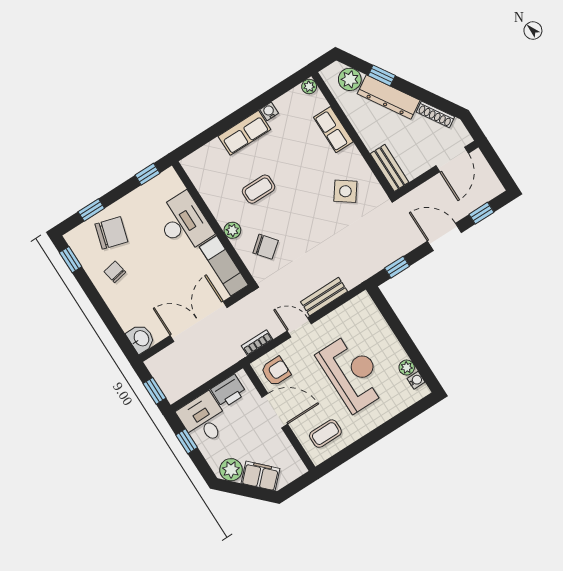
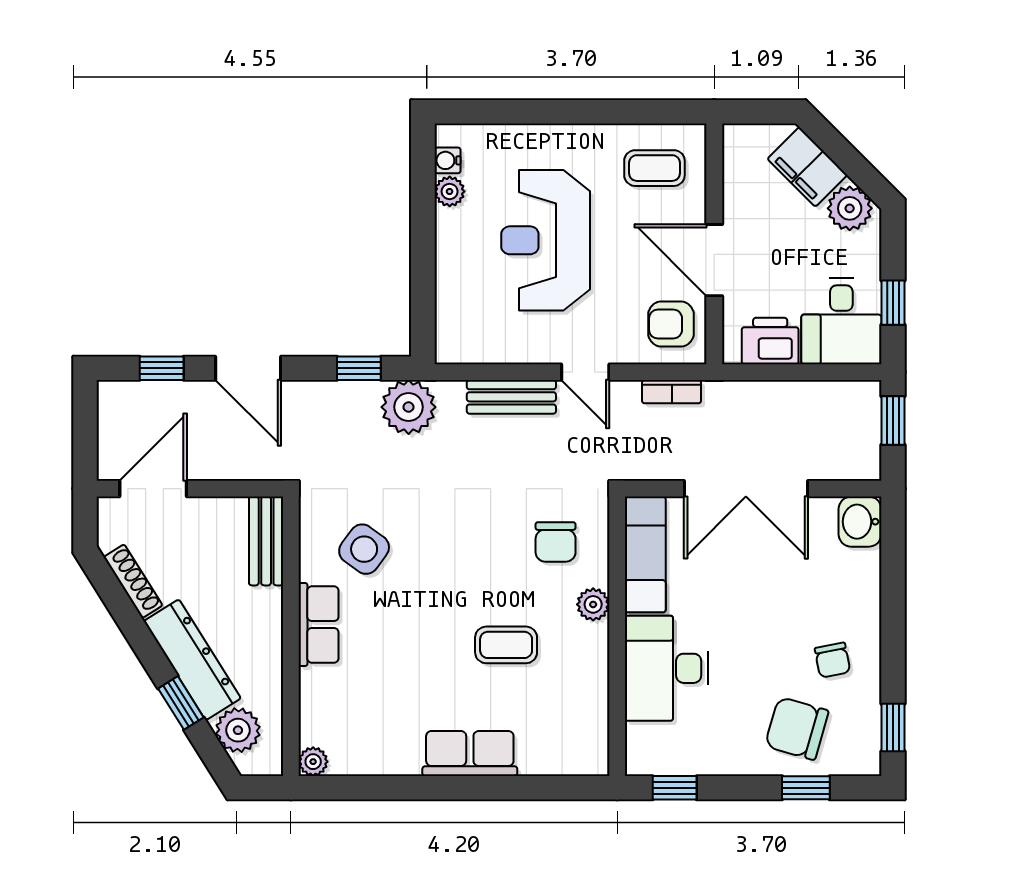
water cooler: (269, 111) -> (406, 763), removed
row of seats: (333, 130) -> (319, 625), moved
chair: (266, 247) -> (556, 542), turned -141
plant: (365, 264) -> (409, 407), added

